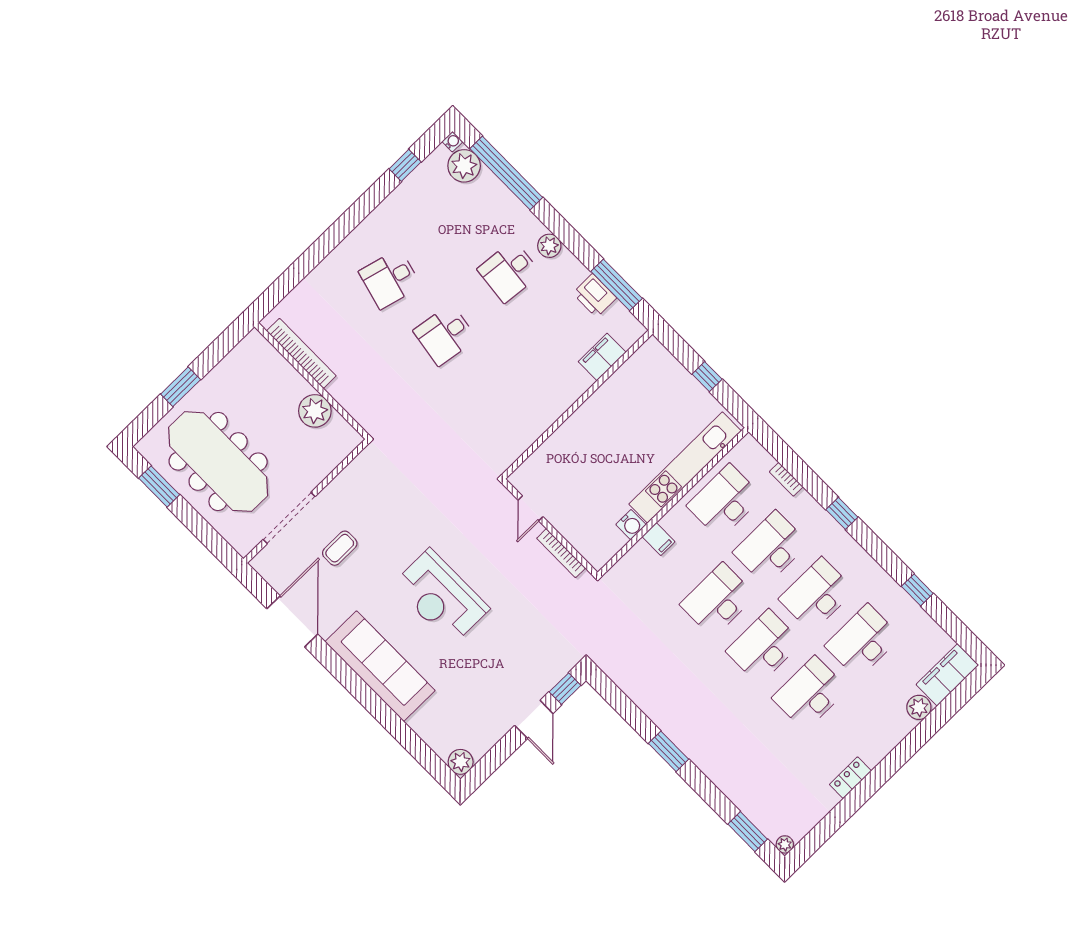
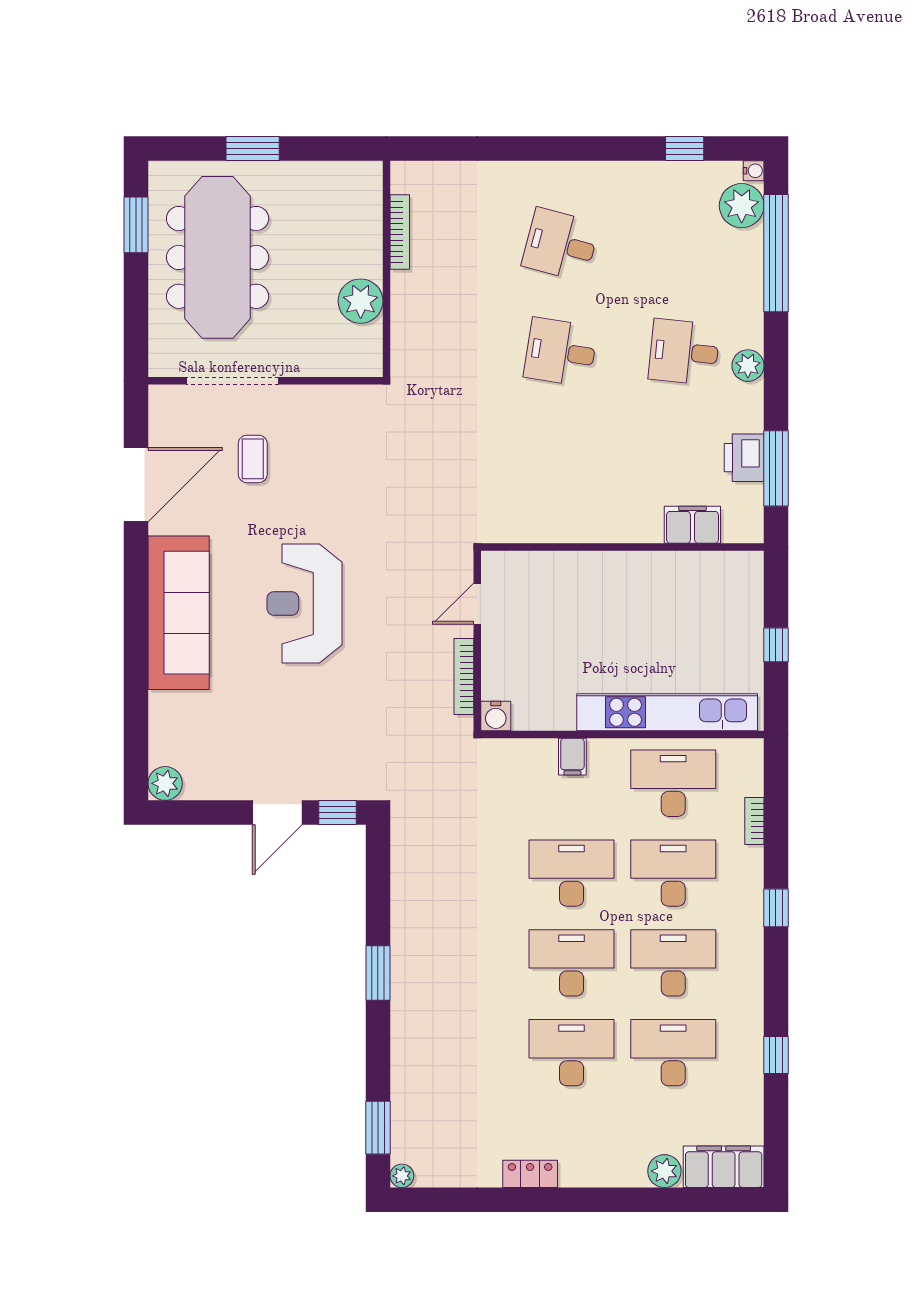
bookcase: (301, 353) -> (400, 232), width x0.68, depth x0.76
water cooler: (631, 525) -> (496, 716), moved
coffee table: (340, 548) -> (253, 459), turned 90

